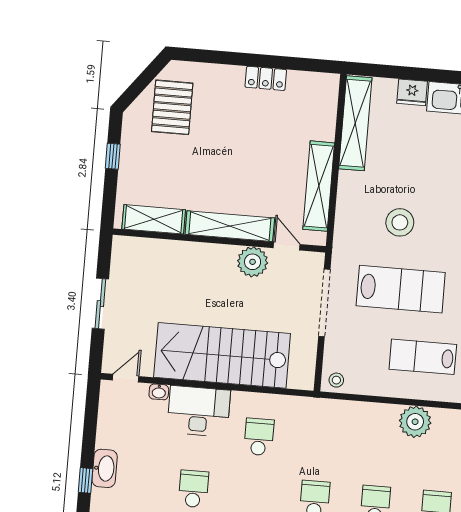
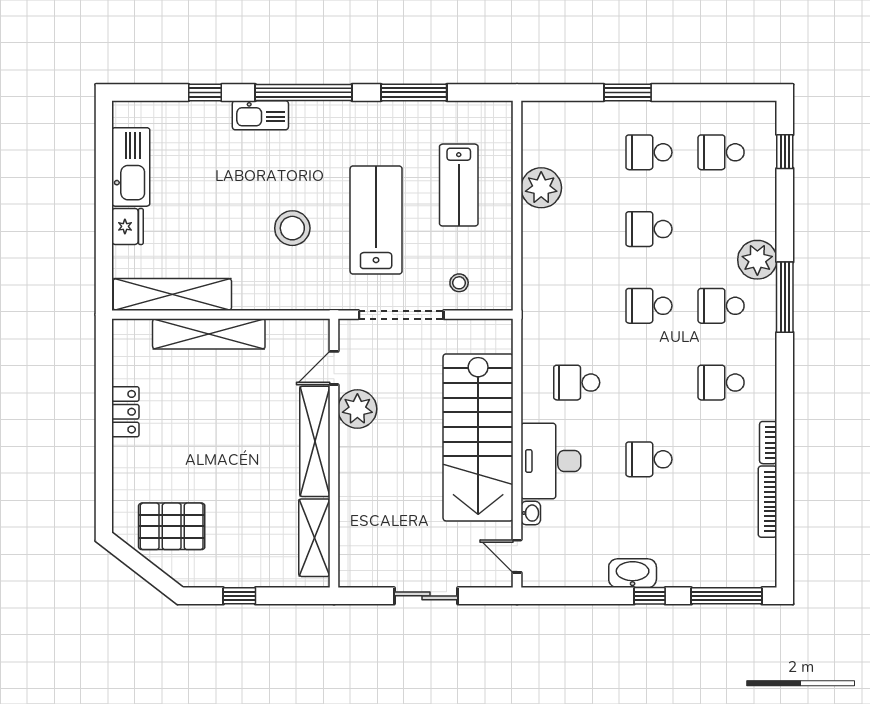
shelving: (319, 186) -> (209, 334), moved
stool: (336, 380) -> (459, 283), moved

